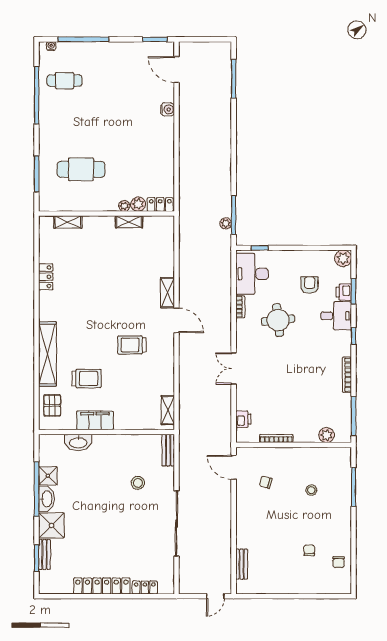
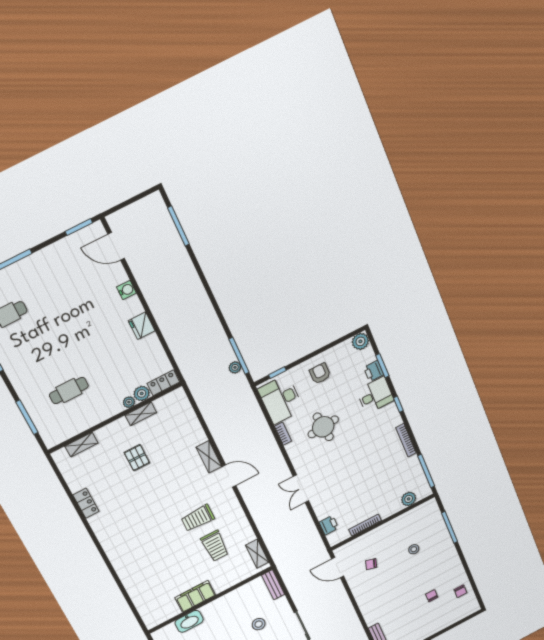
fridge: (166, 146) -> (142, 326), added
cafe table: (81, 169) -> (69, 391), width x0.73, depth x0.74
armchair: (310, 285) -> (320, 373), moved
shelving: (48, 354) -> (123, 566), removed
trolley: (87, 378) -> (215, 546), moved, turned 90
pallet: (52, 405) -> (137, 458), moved

